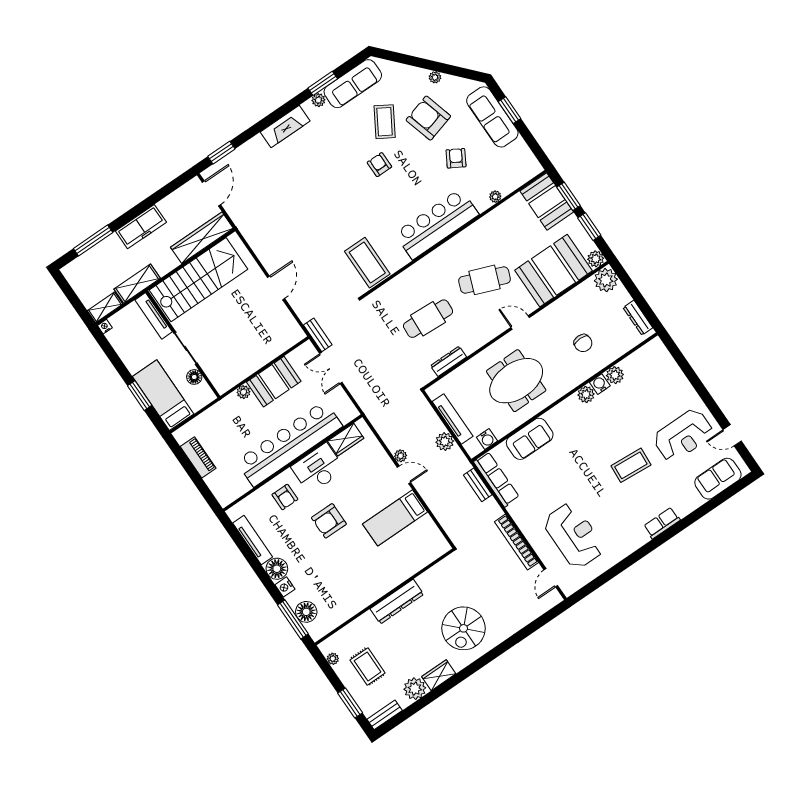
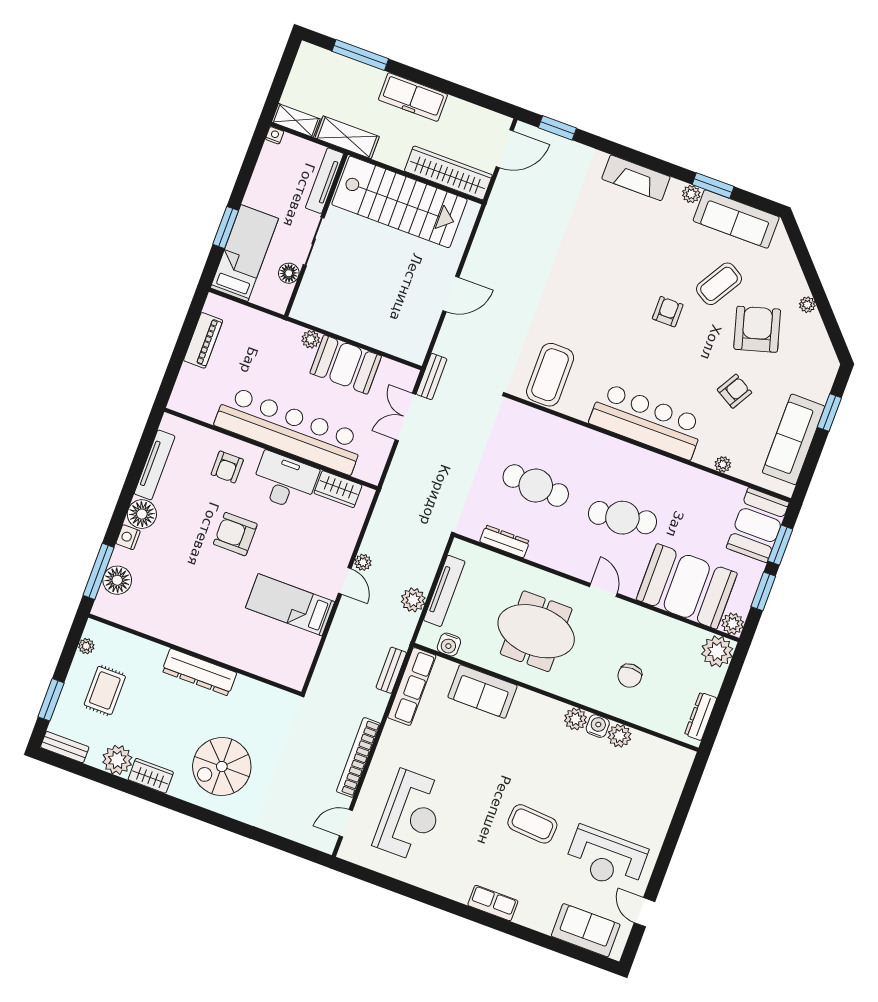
sofa: (492, 117) -> (794, 439), moved
cafe table: (485, 280) -> (622, 518), turned -30

